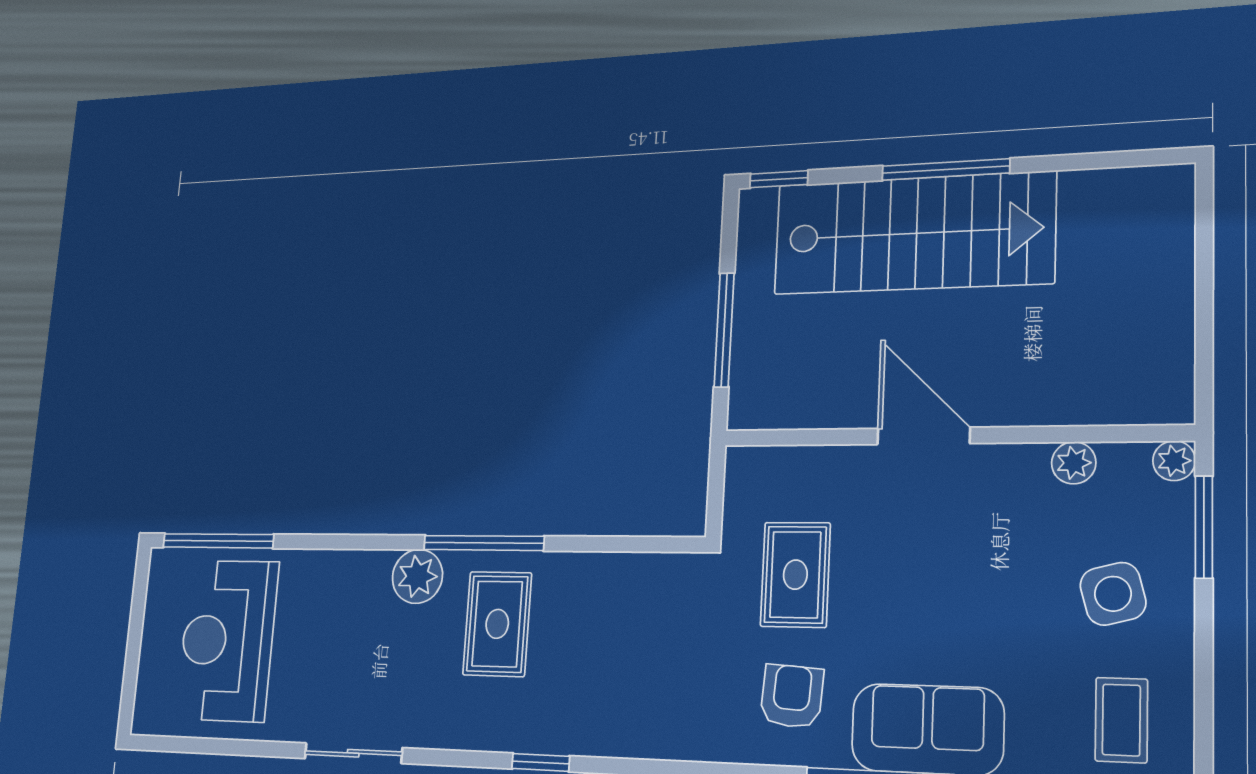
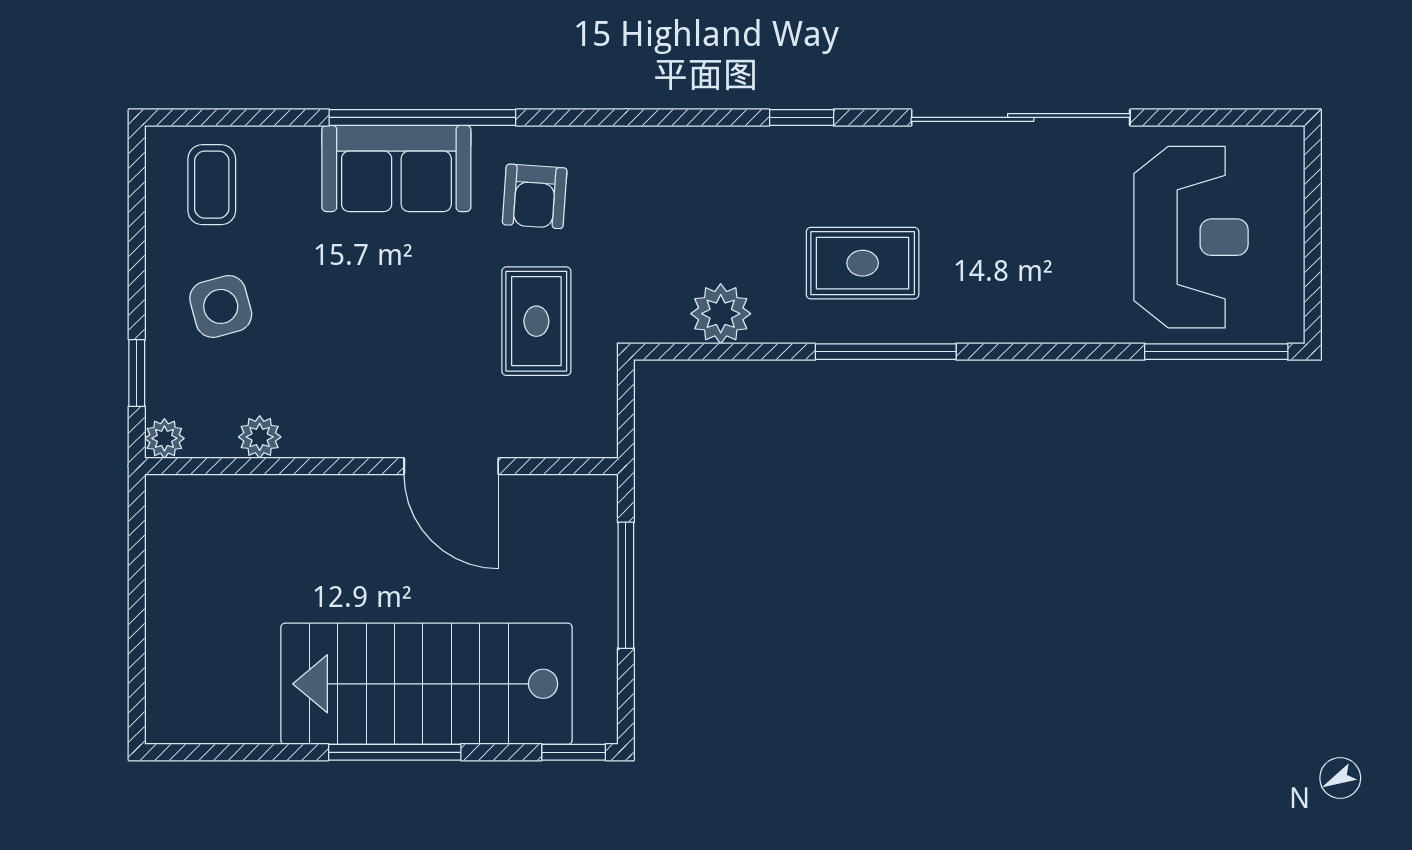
door: (923, 436) -> (451, 466), moved
window: (1204, 527) -> (137, 373), width x0.67
plant: (417, 576) -> (721, 314), moved
rug: (497, 624) -> (863, 263), turned 90
sliding door: (353, 753) -> (1021, 117), width x1.86

